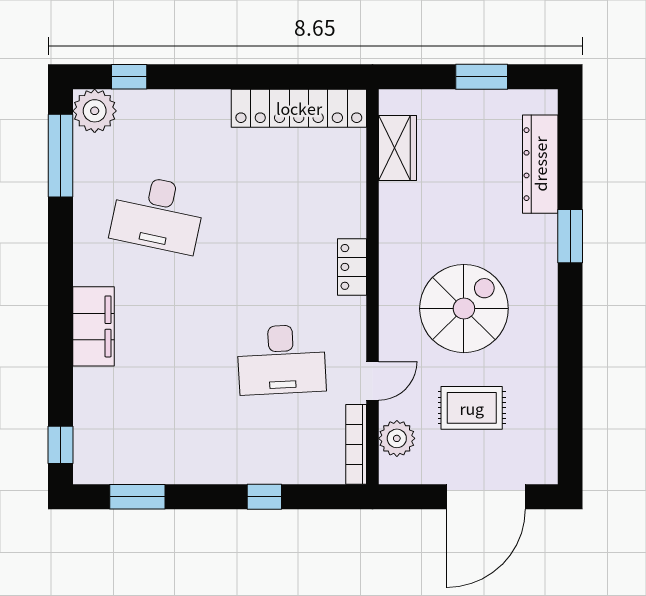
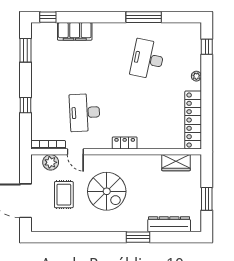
plant: (95, 111) -> (196, 76), moved, width x0.53, depth x0.53
window: (61, 156) -> (144, 17), moved
filing cabinet: (94, 326) -> (75, 31), moved

